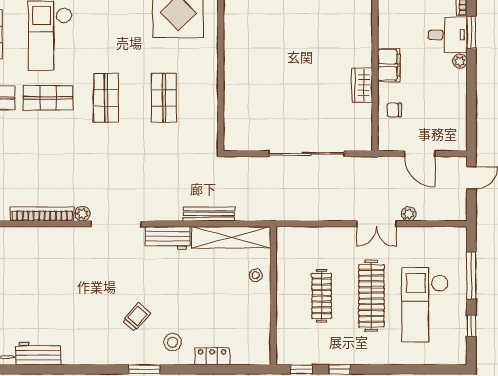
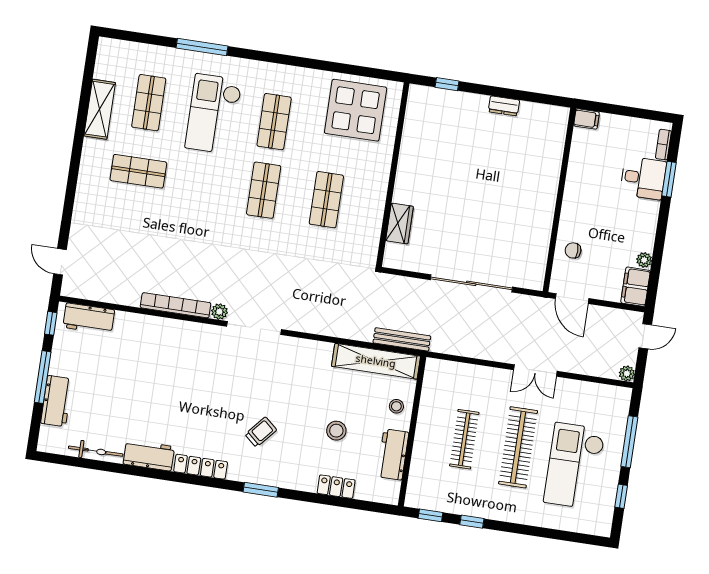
plant: (460, 61) -> (644, 260), moved
filing cabinet: (389, 65) -> (636, 287), moved, turned 180
wardrobe: (362, 85) -> (400, 224), moved, turned 180
shop shelf: (48, 98) -> (274, 122), moved, turned 90
door: (420, 154) -> (572, 299), moved
bench: (209, 214) -> (402, 339), moved
plant: (409, 214) -> (627, 373), moved
workbench: (168, 238) -> (393, 454), moved, turned 90
stool: (172, 342) -> (336, 431), moved
locker: (87, 357) -> (201, 467), added

